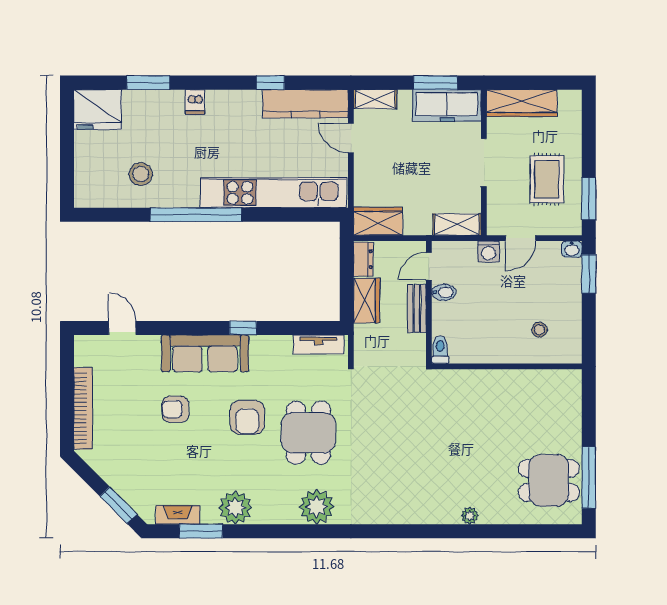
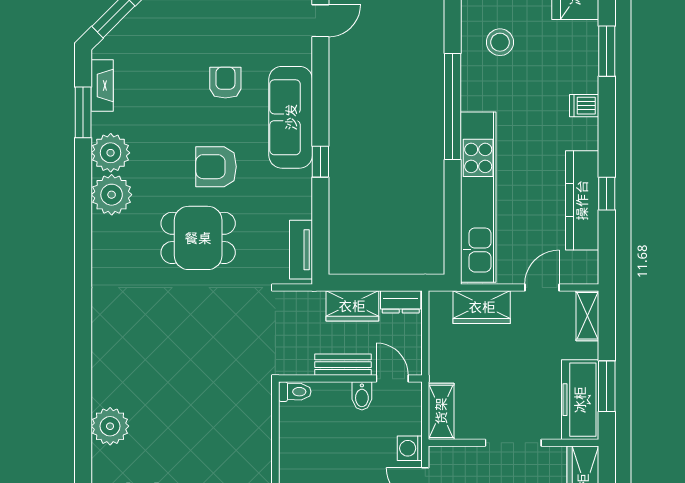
kitchen counter: (305, 104) -> (582, 200), moved
wardrobe: (378, 221) -> (482, 307), moved, turned 90
plant: (317, 507) -> (112, 195), moved
plant: (470, 516) -> (110, 426), width x1.87, depth x1.87

